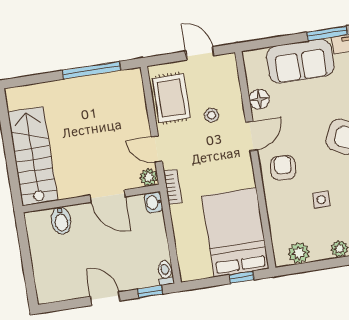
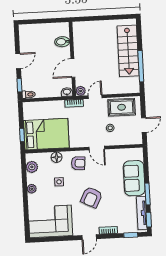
floor lamp: (259, 99) -> (57, 157), moved
stairs: (33, 156) -> (128, 51), moved, turned 90

